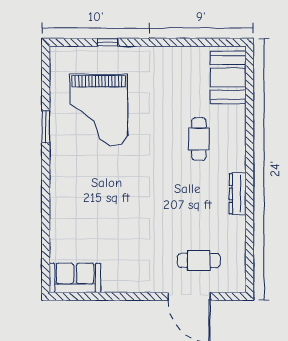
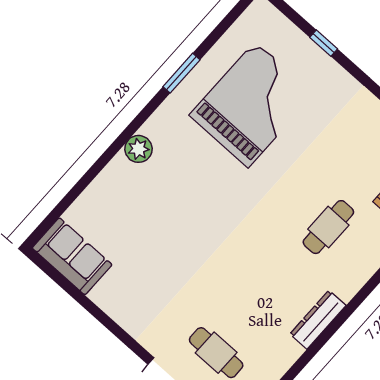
grand piano: (99, 110) -> (252, 105), turned 180
plant: (59, 188) -> (138, 149), added

